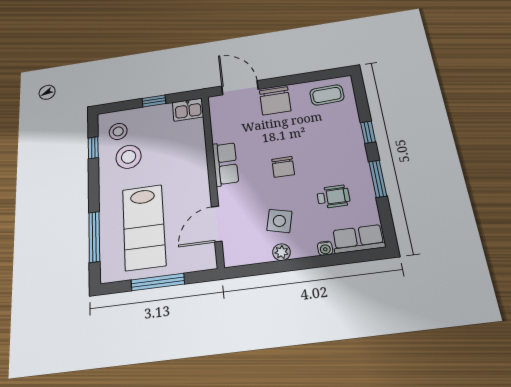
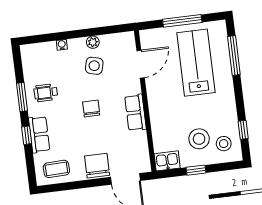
stool: (129, 157) -> (199, 139), moved
wheelchair: (333, 197) -> (46, 93), moved
row of seats: (358, 239) -> (39, 134), moved, turned -90

